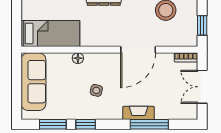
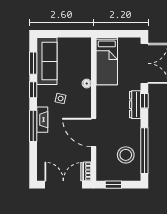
sofa: (34, 82) -> (47, 61), moved, turned -90
double door: (202, 87) -> (63, 185), width x1.37
fireplace: (139, 113) -> (42, 120), moved
window: (149, 124) -> (33, 126), moved

